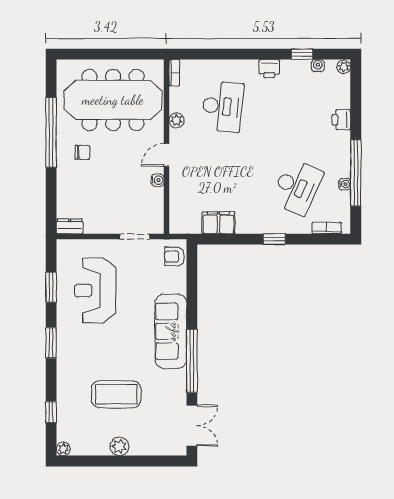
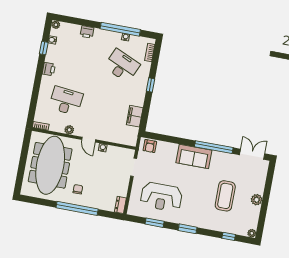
window: (51, 132) -> (77, 208), moved
sofa: (171, 331) -> (194, 156), width x0.73

